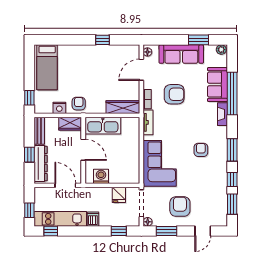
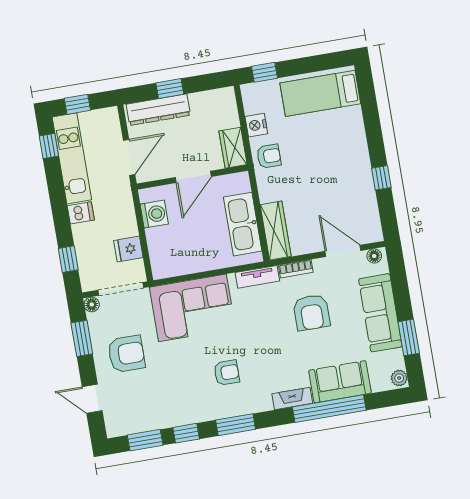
kitchen sink: (103, 126) -> (243, 224), moved
bench: (39, 131) -> (212, 98), removed

